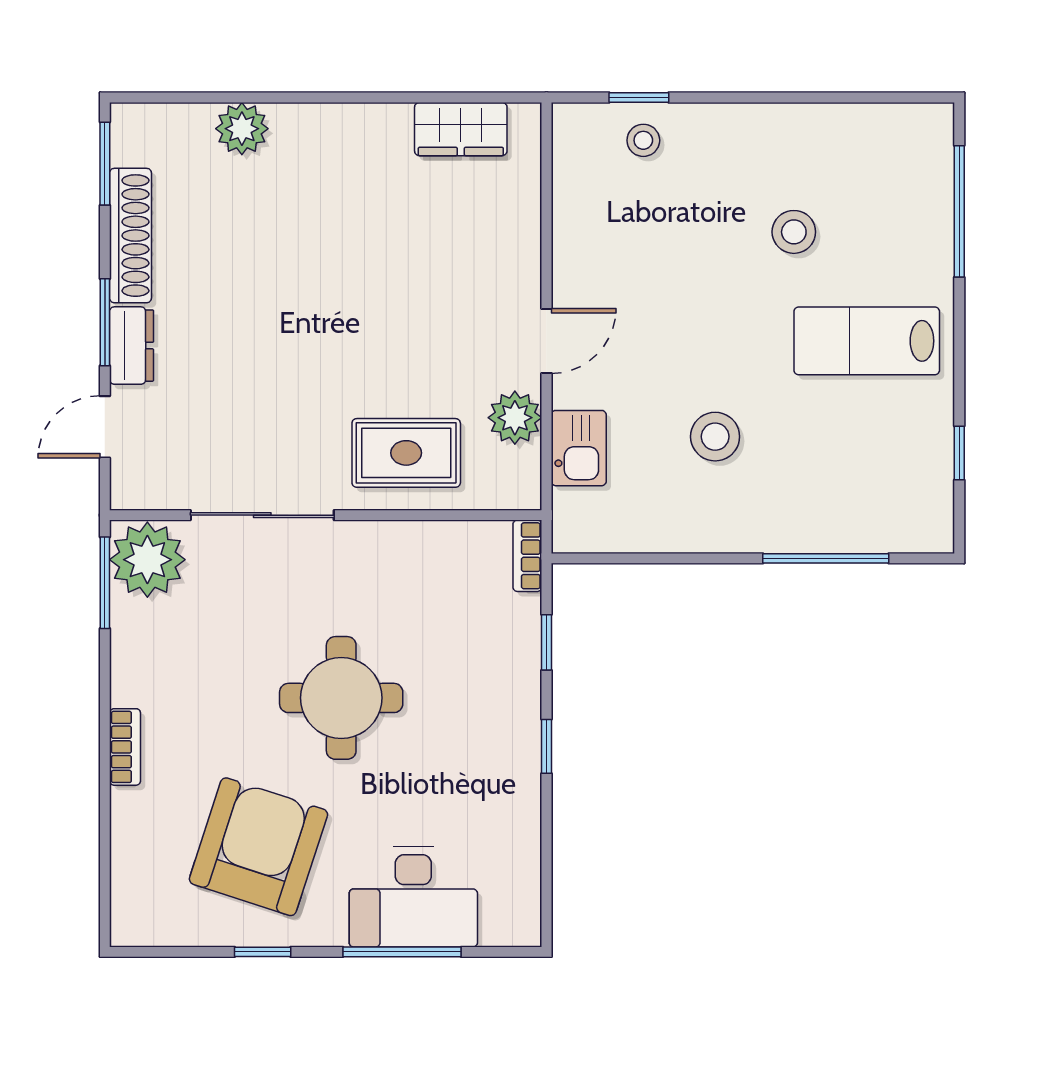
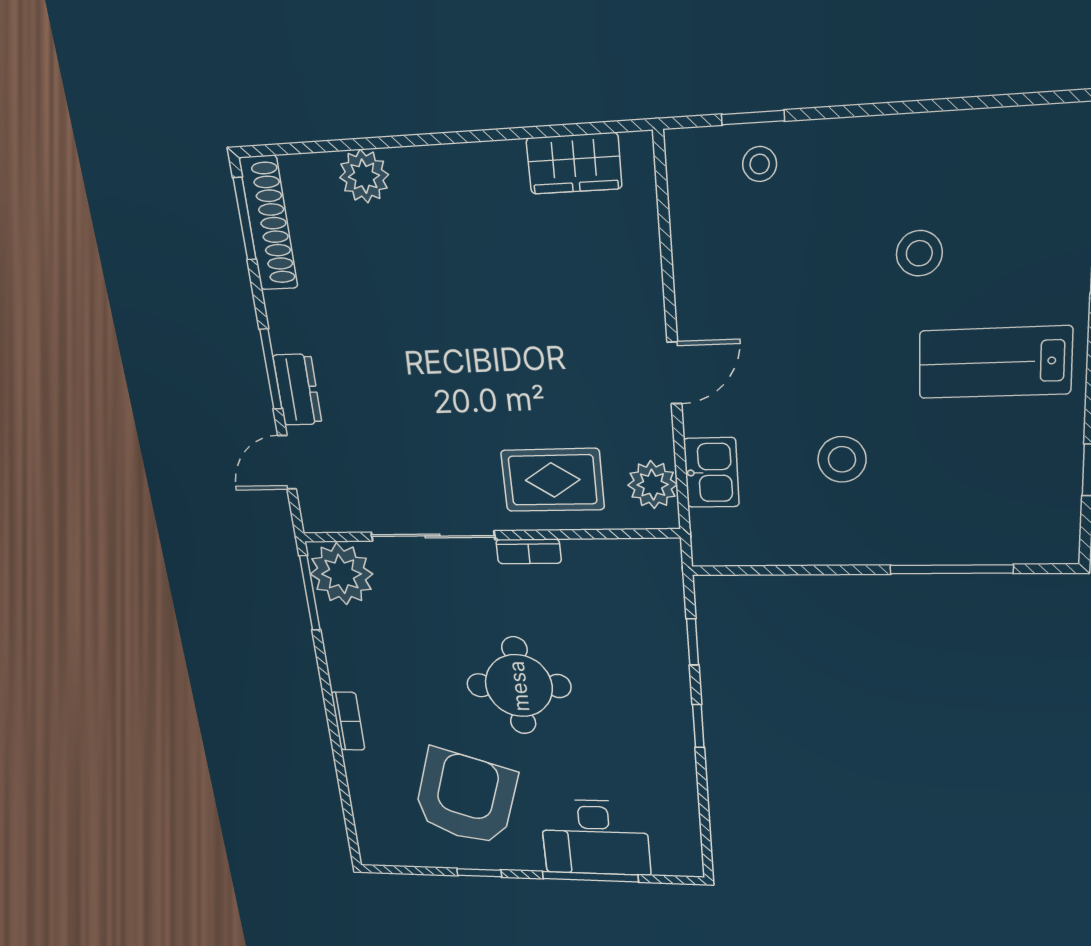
shoe rack: (130, 236) -> (269, 223), moved
plant: (515, 418) -> (653, 485), moved
bookcase: (527, 556) -> (529, 551), moved, turned -90

